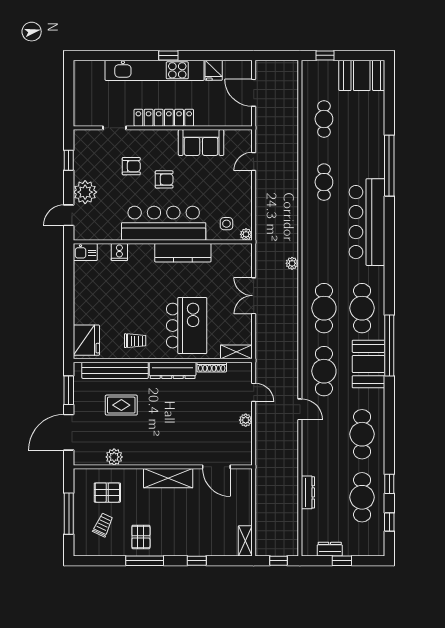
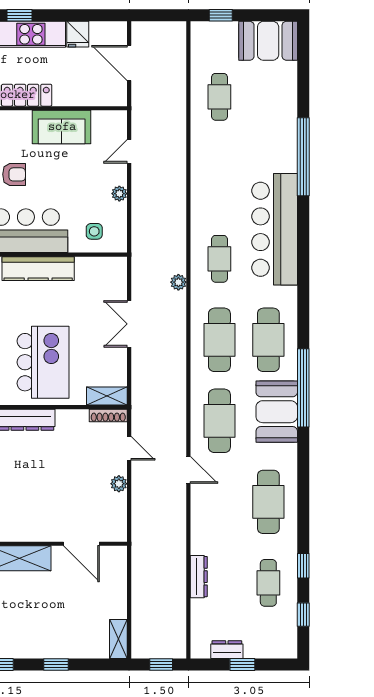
cafe table: (324, 182) -> (219, 259), moved
plant: (246, 234) -> (119, 194), moved
shoe rack: (212, 367) -> (108, 416), moved
cafe table: (362, 497) -> (268, 583), width x0.73, depth x0.74

